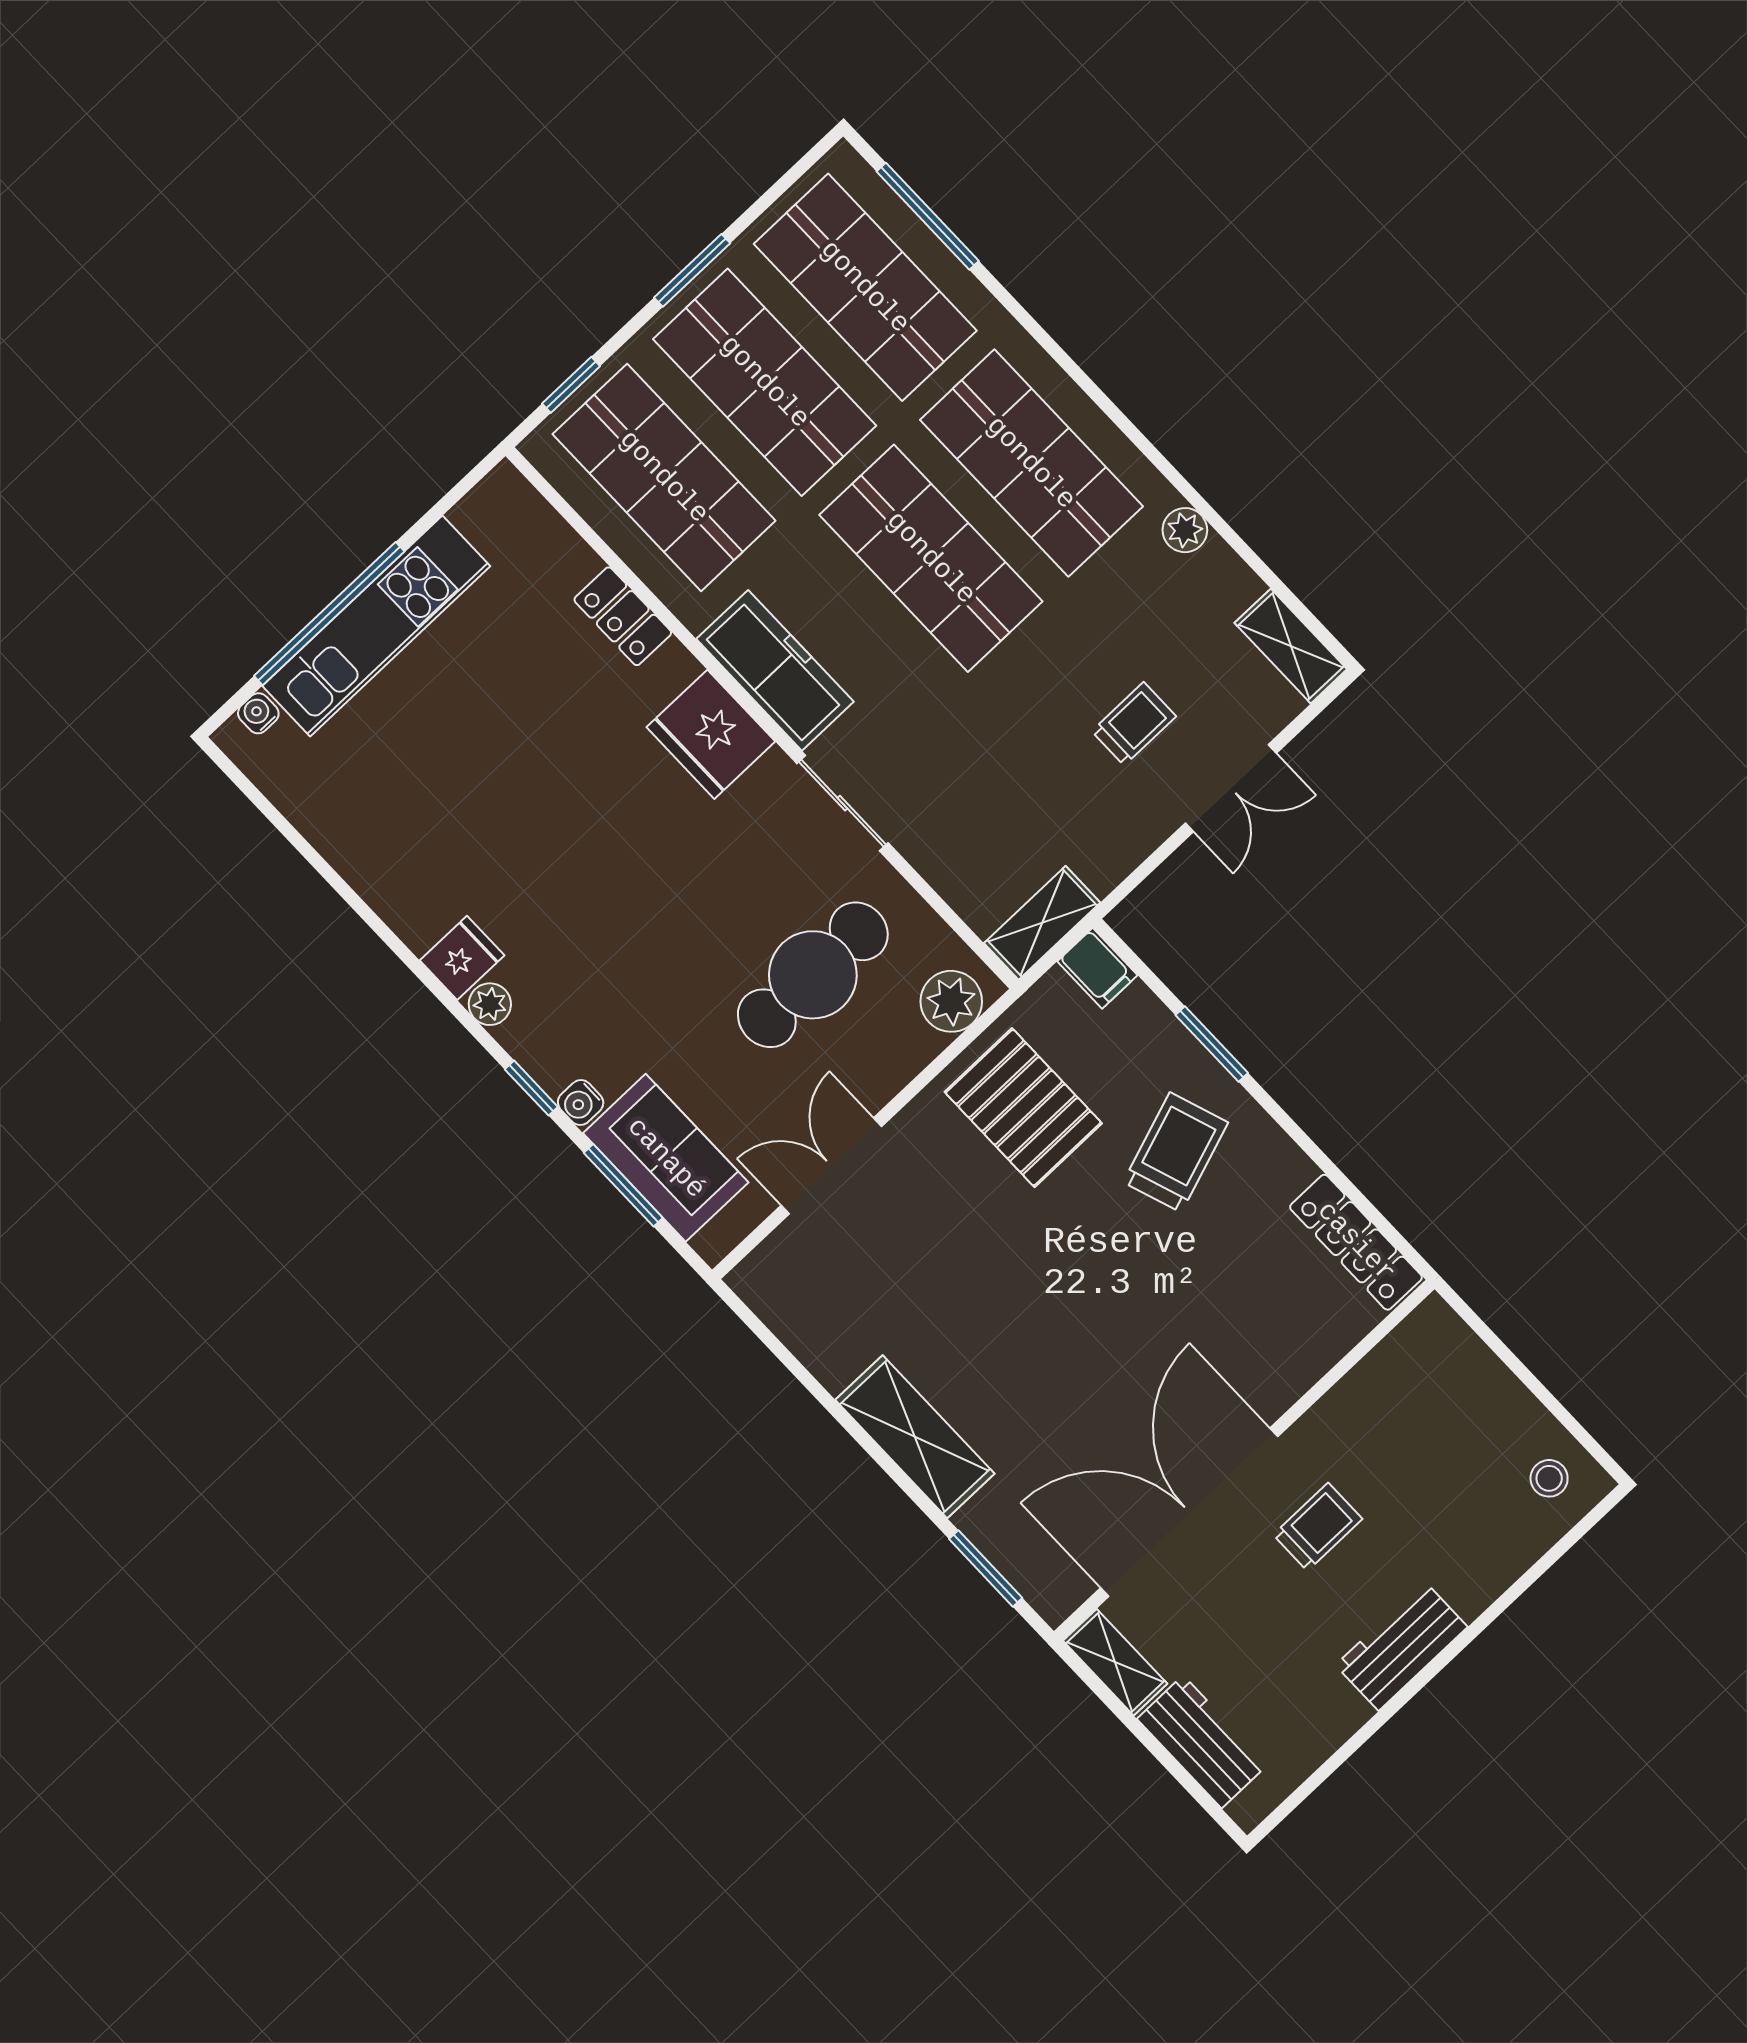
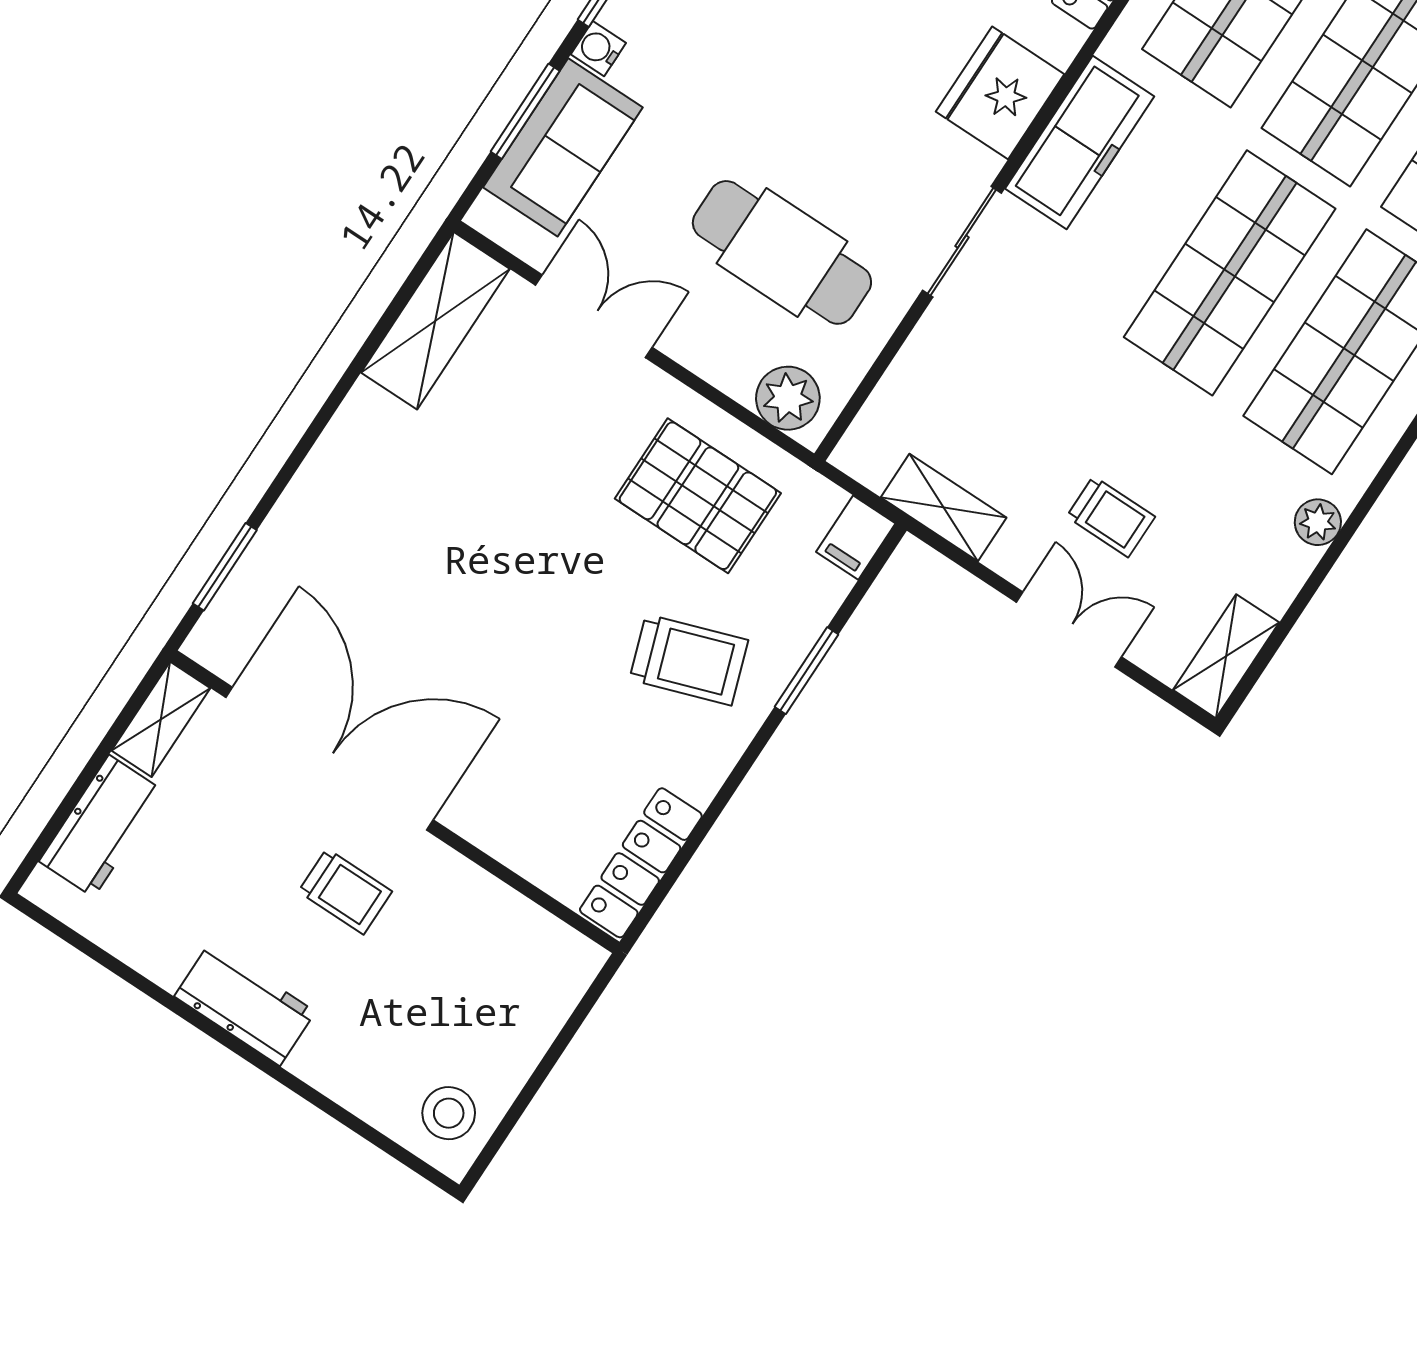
double door: (1231, 788) -> (1069, 629), swing flipped
shelving: (1042, 923) -> (944, 507), moved
pallet: (1023, 1108) -> (698, 496), turned 90
shelving: (915, 1437) -> (435, 321), moved
stool: (1549, 1478) -> (449, 1113), width x1.37, depth x1.37

